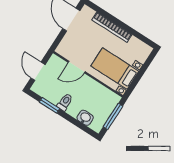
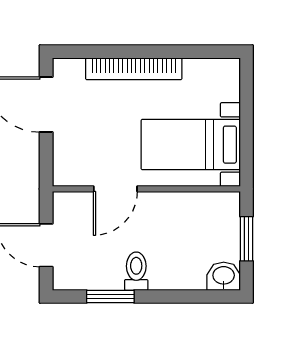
window: (113, 116) -> (246, 239), width x0.69
washbasin: (85, 118) -> (224, 276), moved

